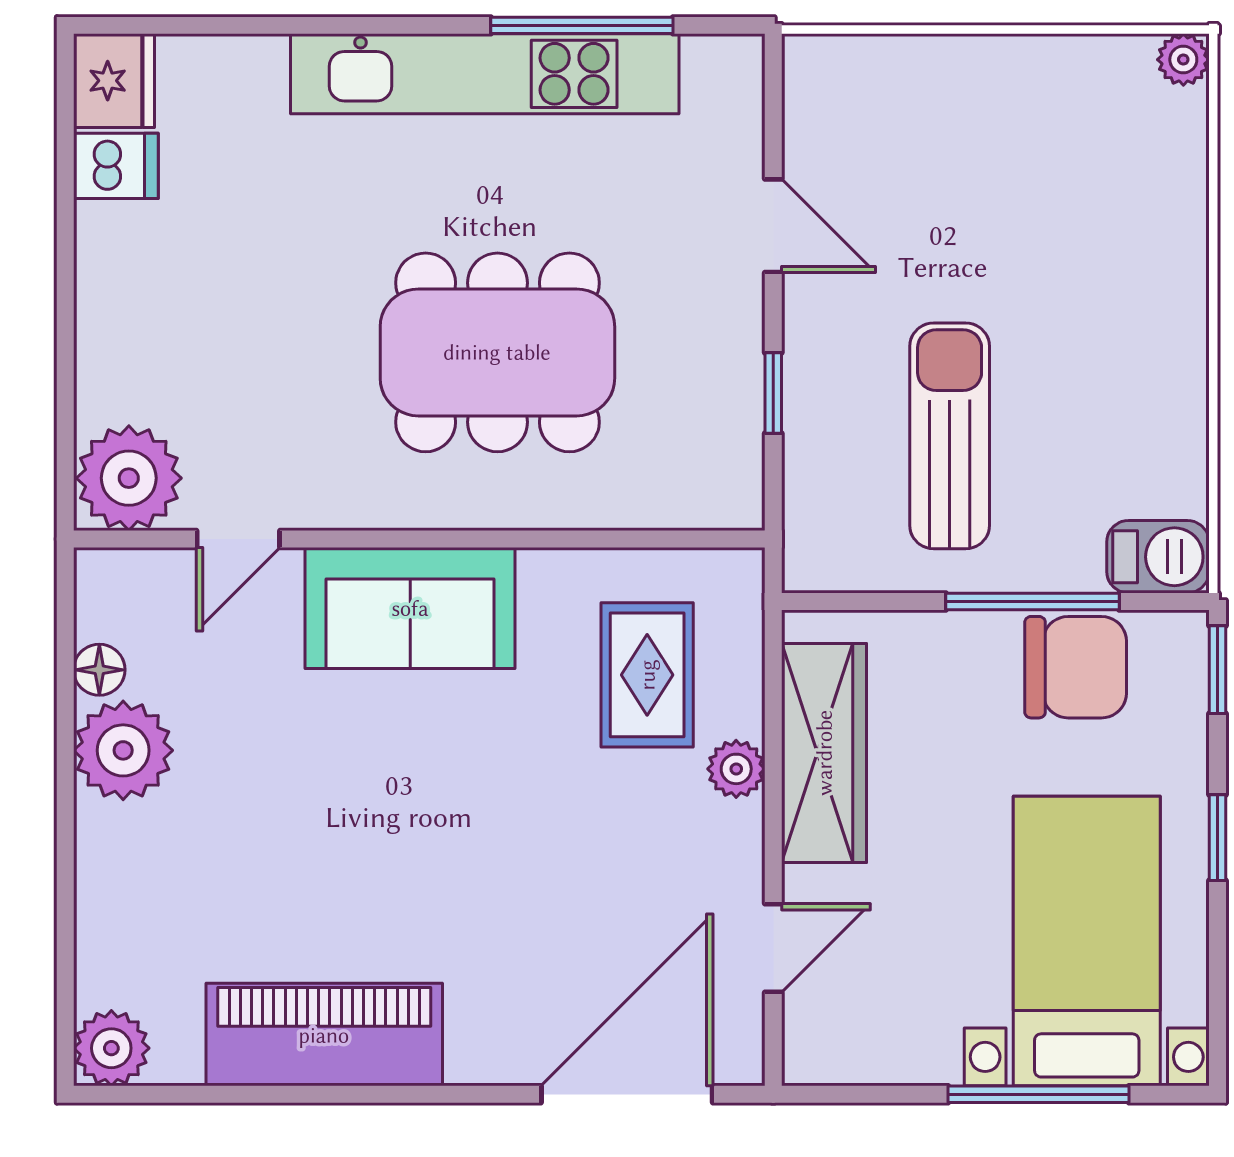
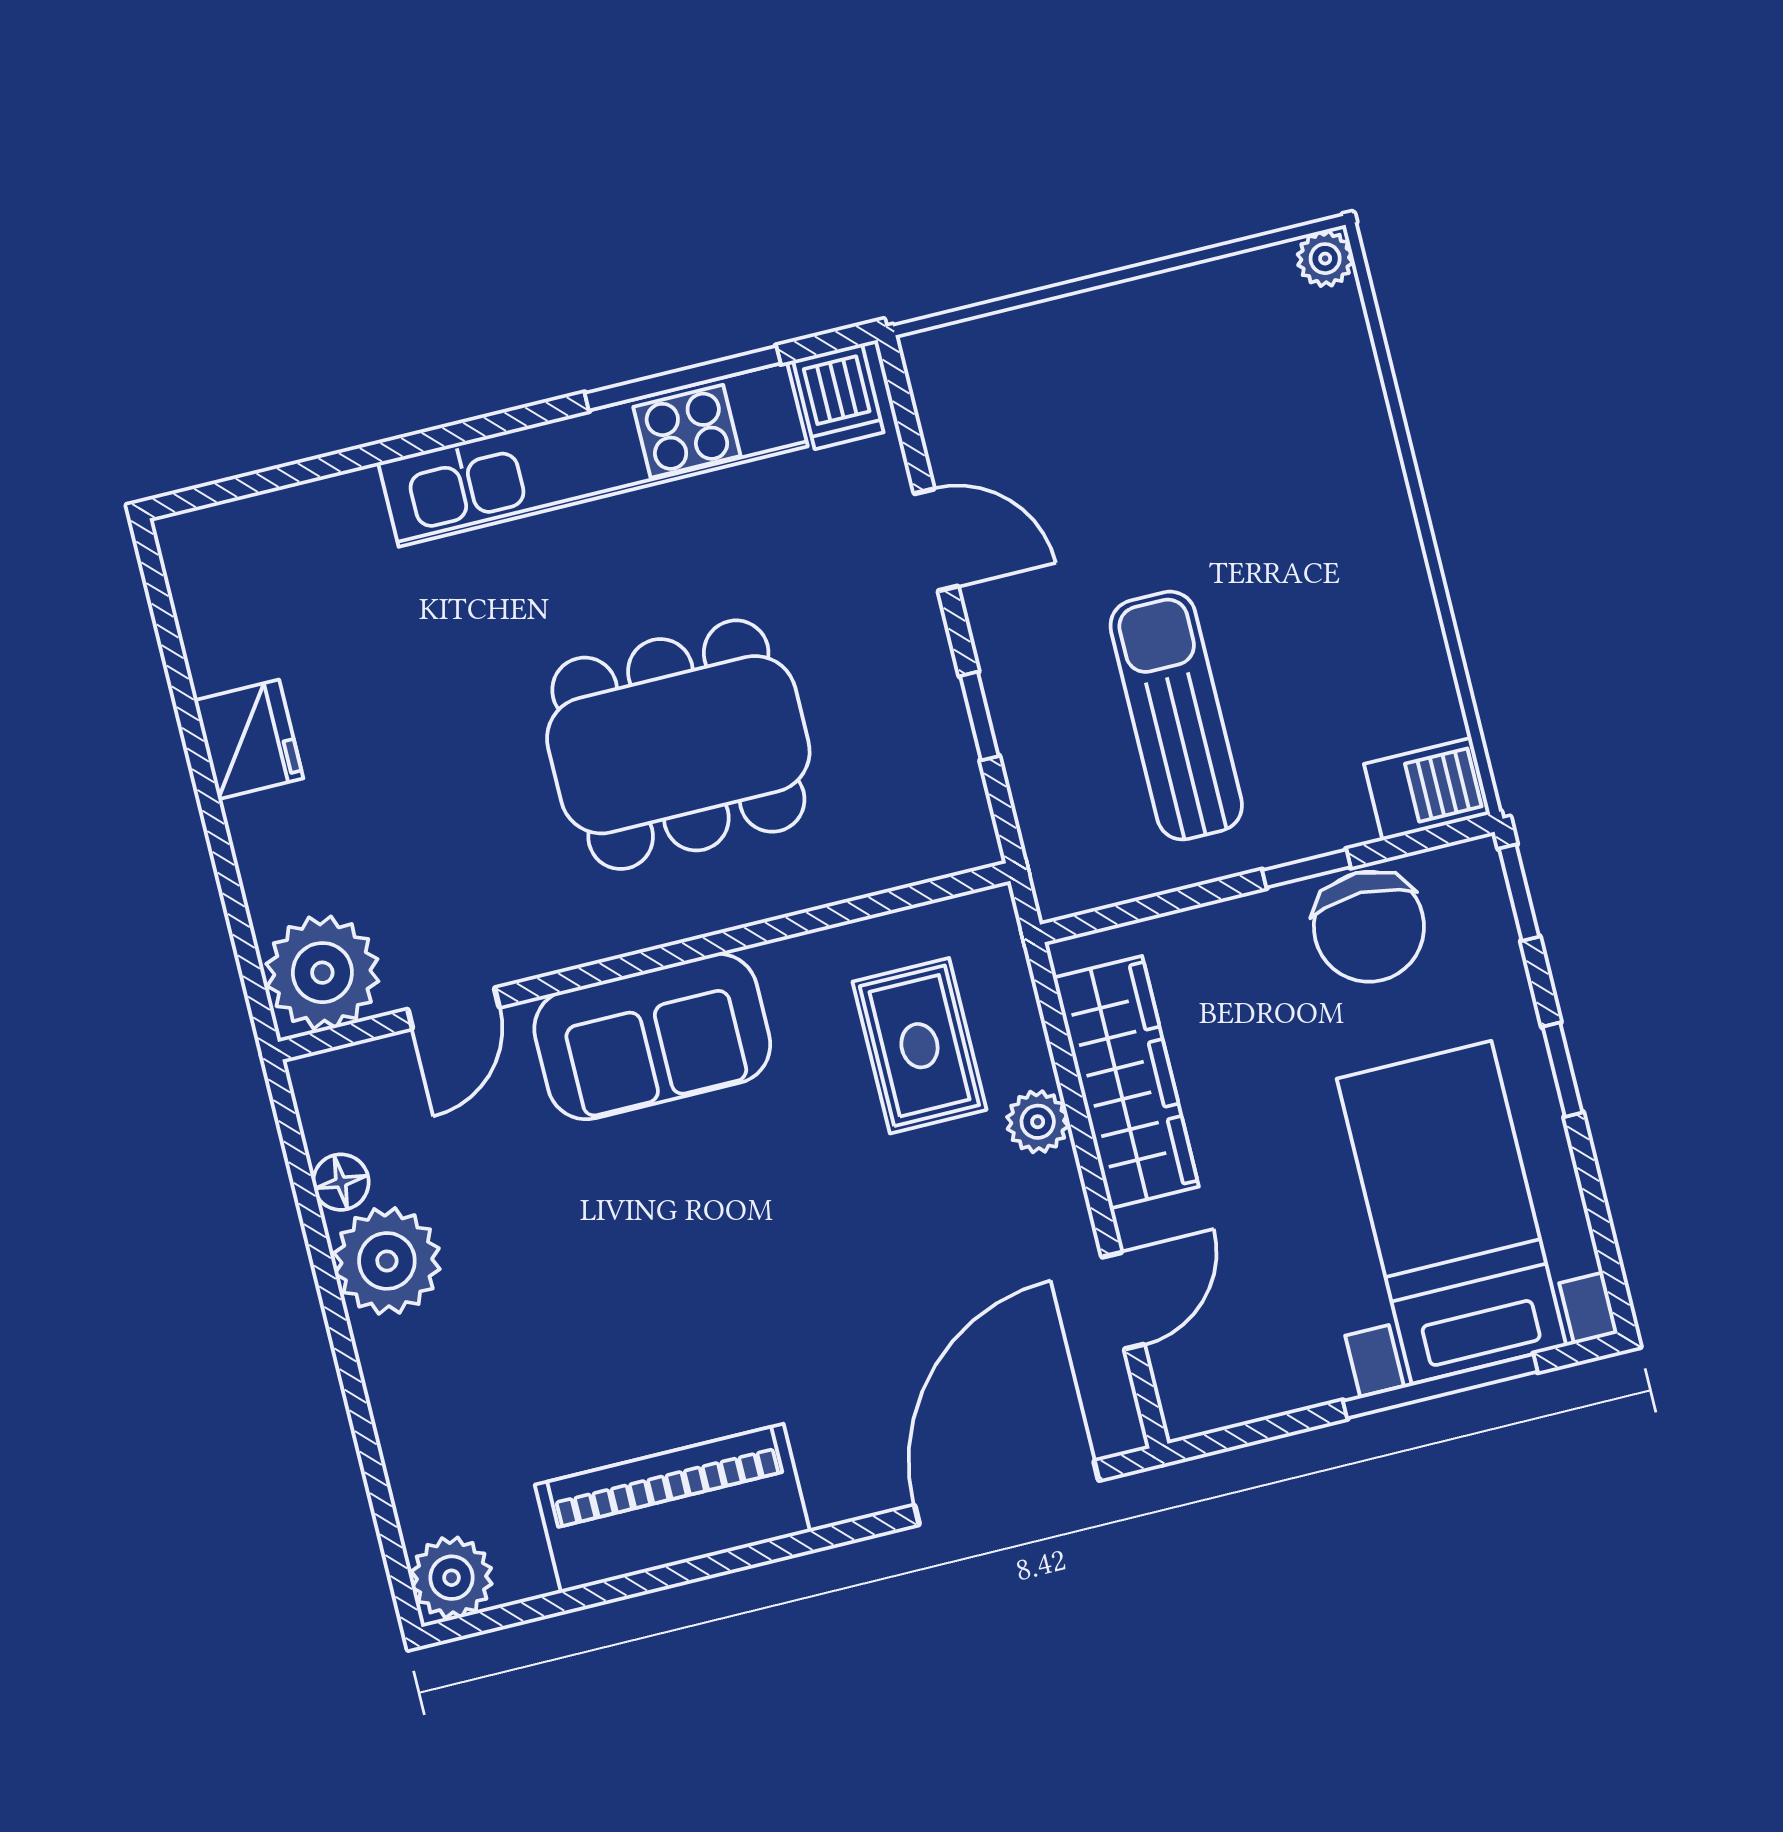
fridge: (114, 81) -> (249, 739), moved
dishwasher: (116, 166) -> (838, 396), moved, turned 90
window: (1032, 601) -> (1306, 869), width x0.46
chair: (1076, 667) -> (1369, 927), turned 90

